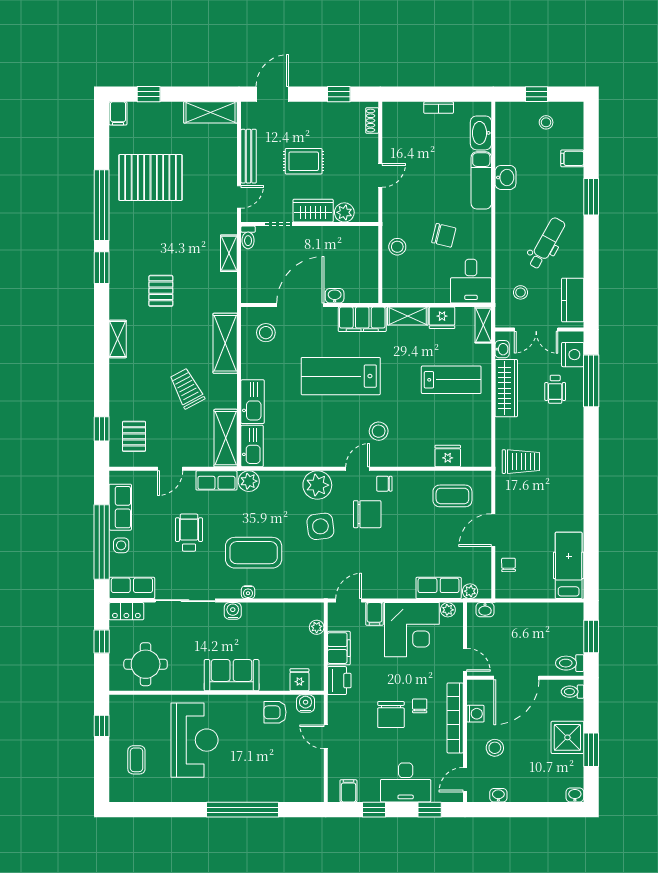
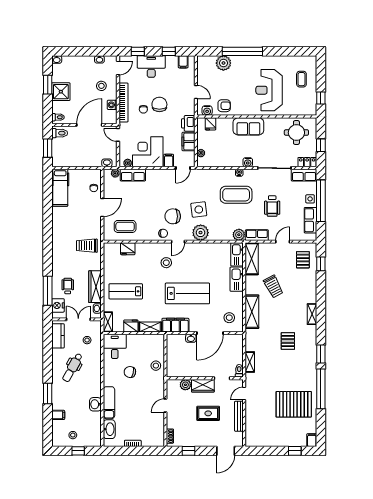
shelving: (211, 112) -> (260, 441), removed
plant: (276, 789) -> (223, 63), added

